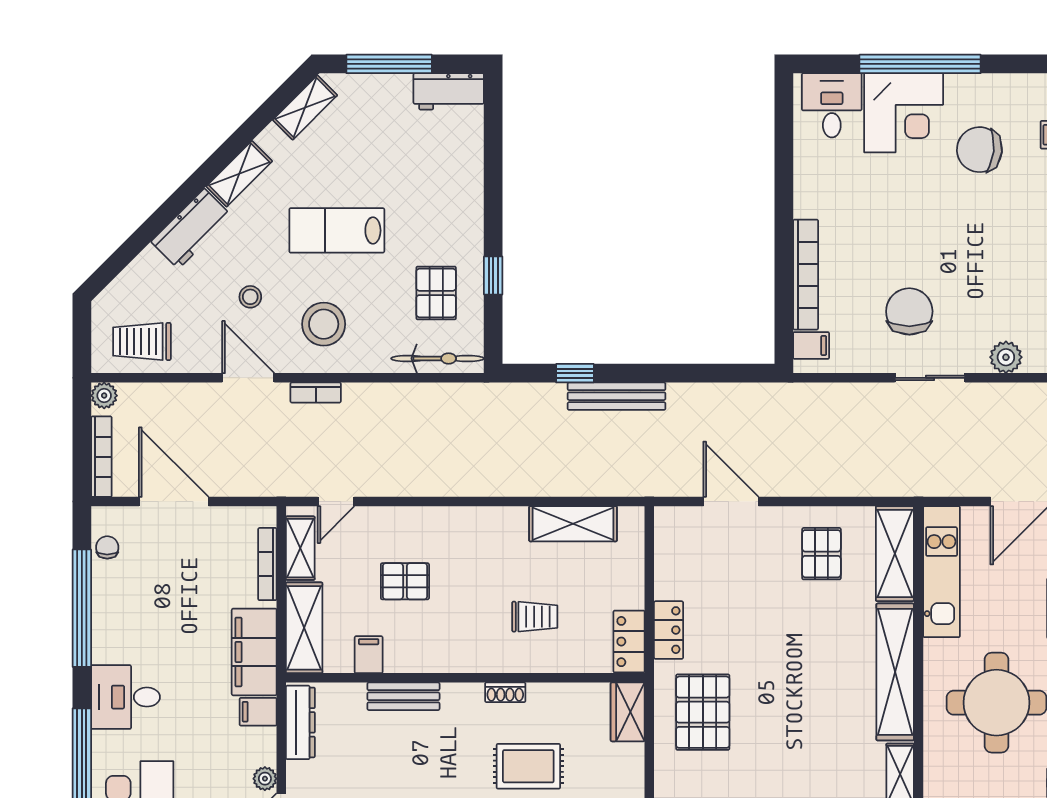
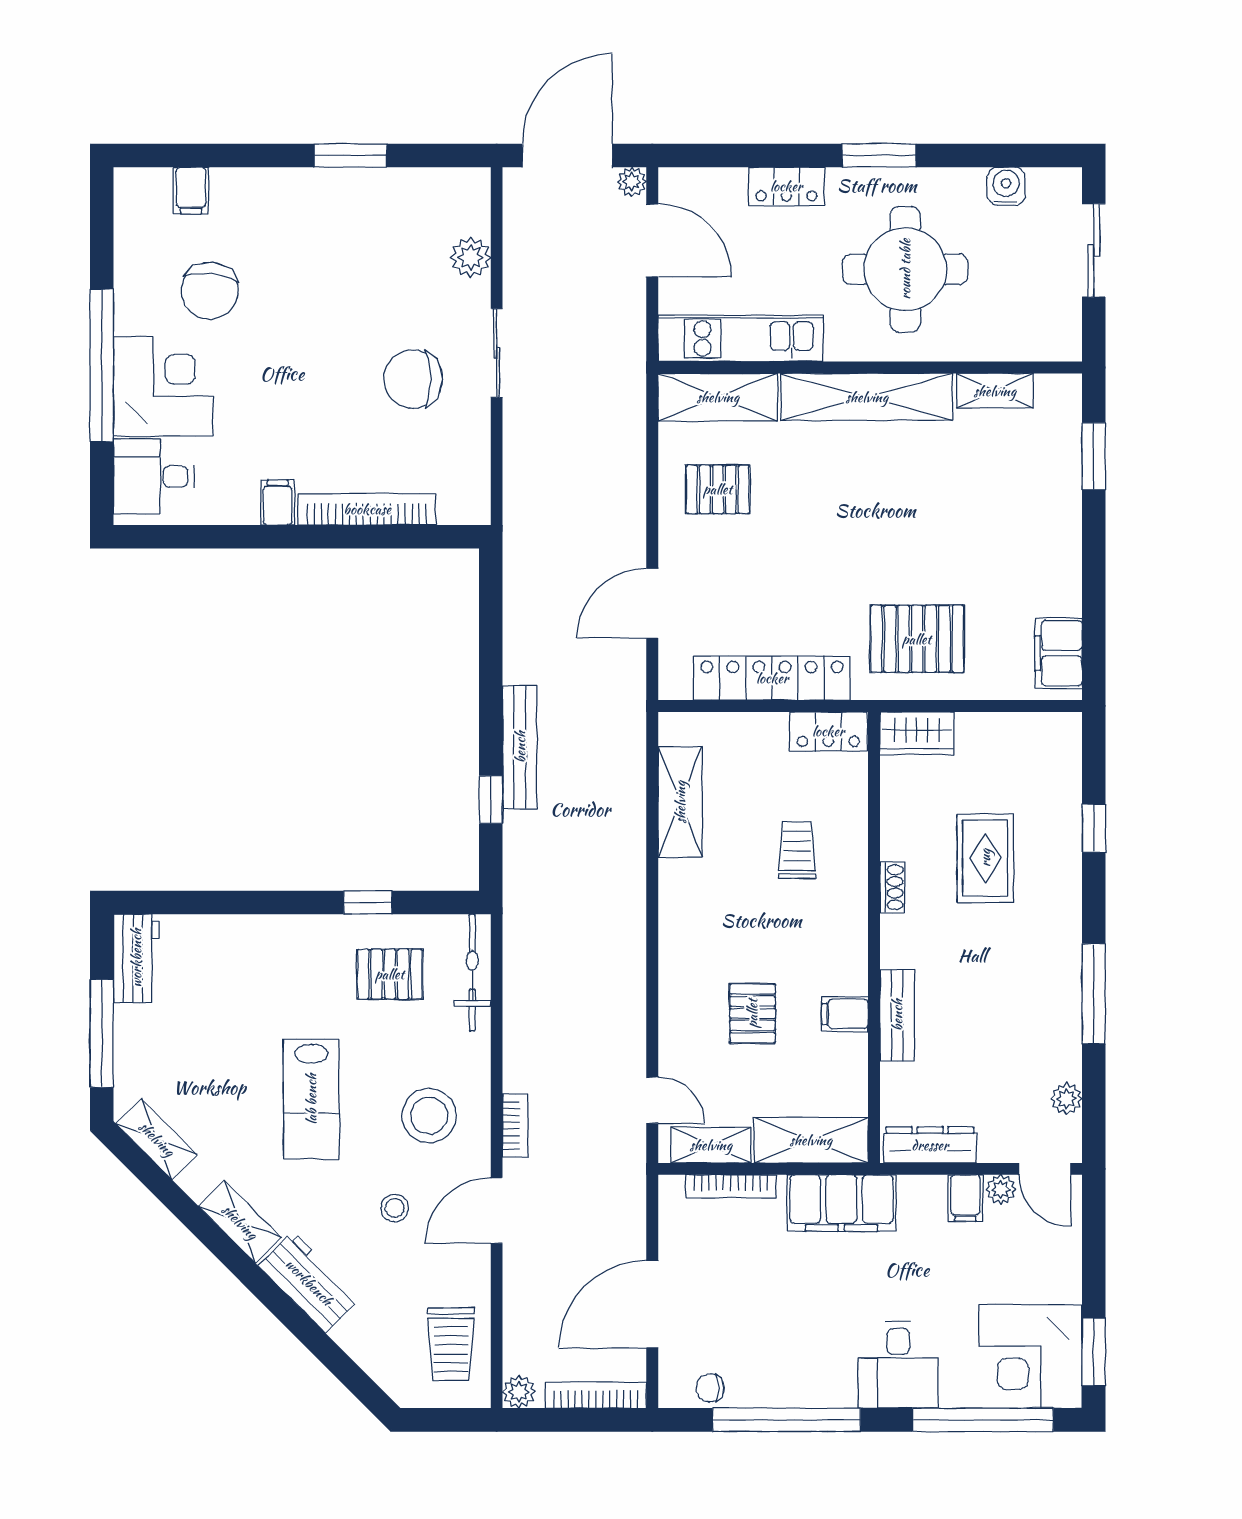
filing cabinet: (811, 345) -> (278, 502), moved
locker: (669, 630) -> (772, 678), width x2.16, depth x1.21
filing cabinet: (369, 655) -> (845, 1014), moved
filing cabinet: (258, 712) -> (965, 1198), moved

